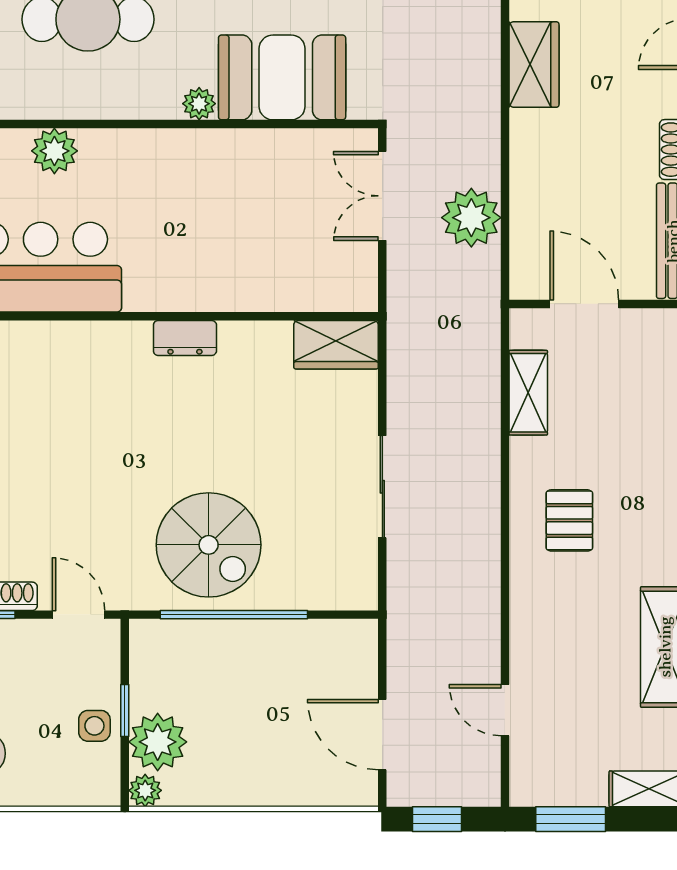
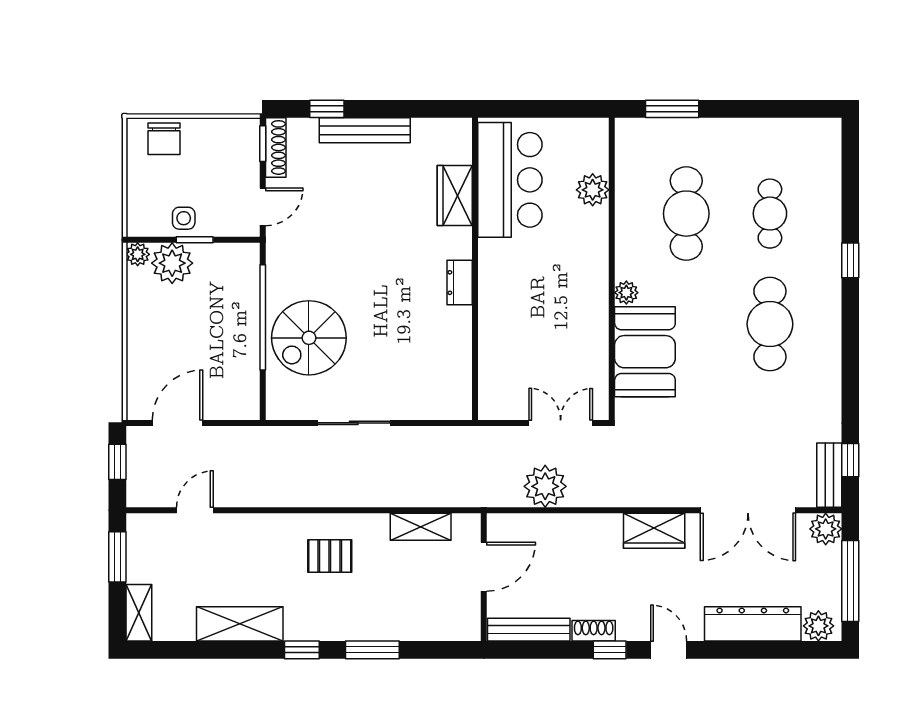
wardrobe: (336, 345) -> (455, 196), moved
spiral stairs: (209, 545) -> (309, 338), moved

